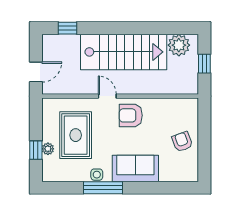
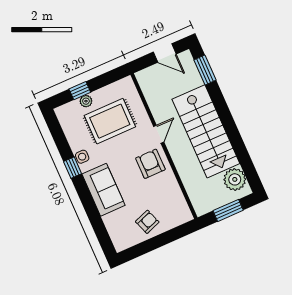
window: (68, 28) -> (205, 70), width x1.50
window: (204, 64) -> (228, 210), width x1.50
door: (36, 72) -> (165, 53), moved
window: (103, 188) -> (73, 168), width x0.46

